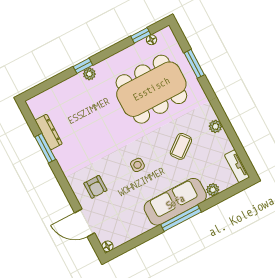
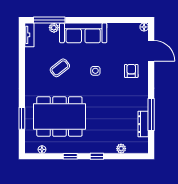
window: (141, 35) -> (70, 156), moved
plant: (89, 74) -> (121, 149), moved
plant: (215, 126) -> (30, 69), removed
window: (45, 148) -> (151, 115), width x1.44
window: (181, 218) -> (49, 20), moved

